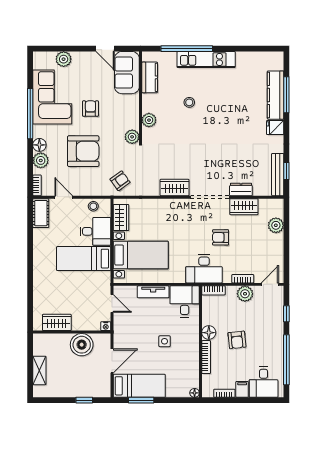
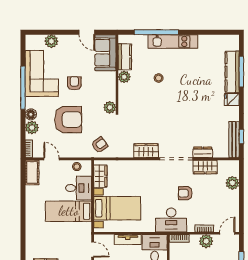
plant: (149, 120) -> (124, 77), moved

